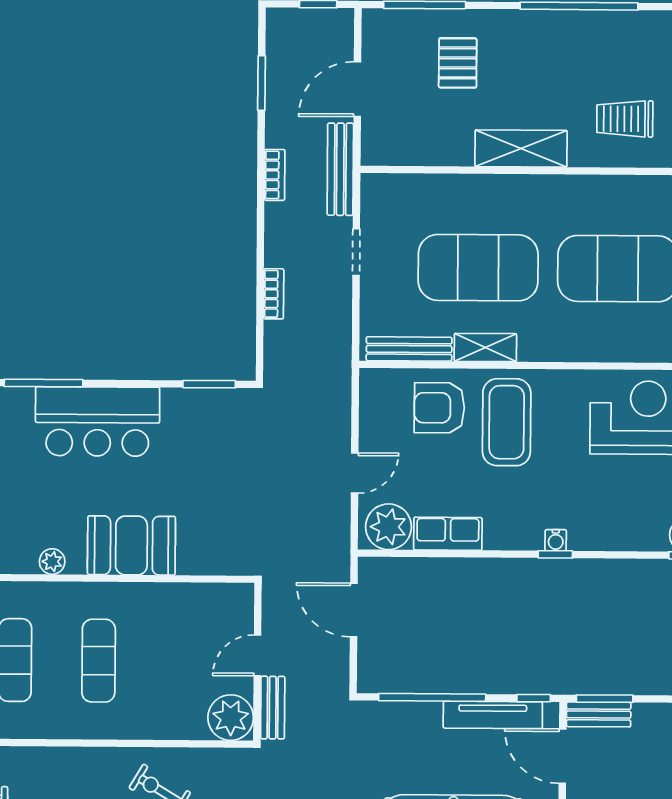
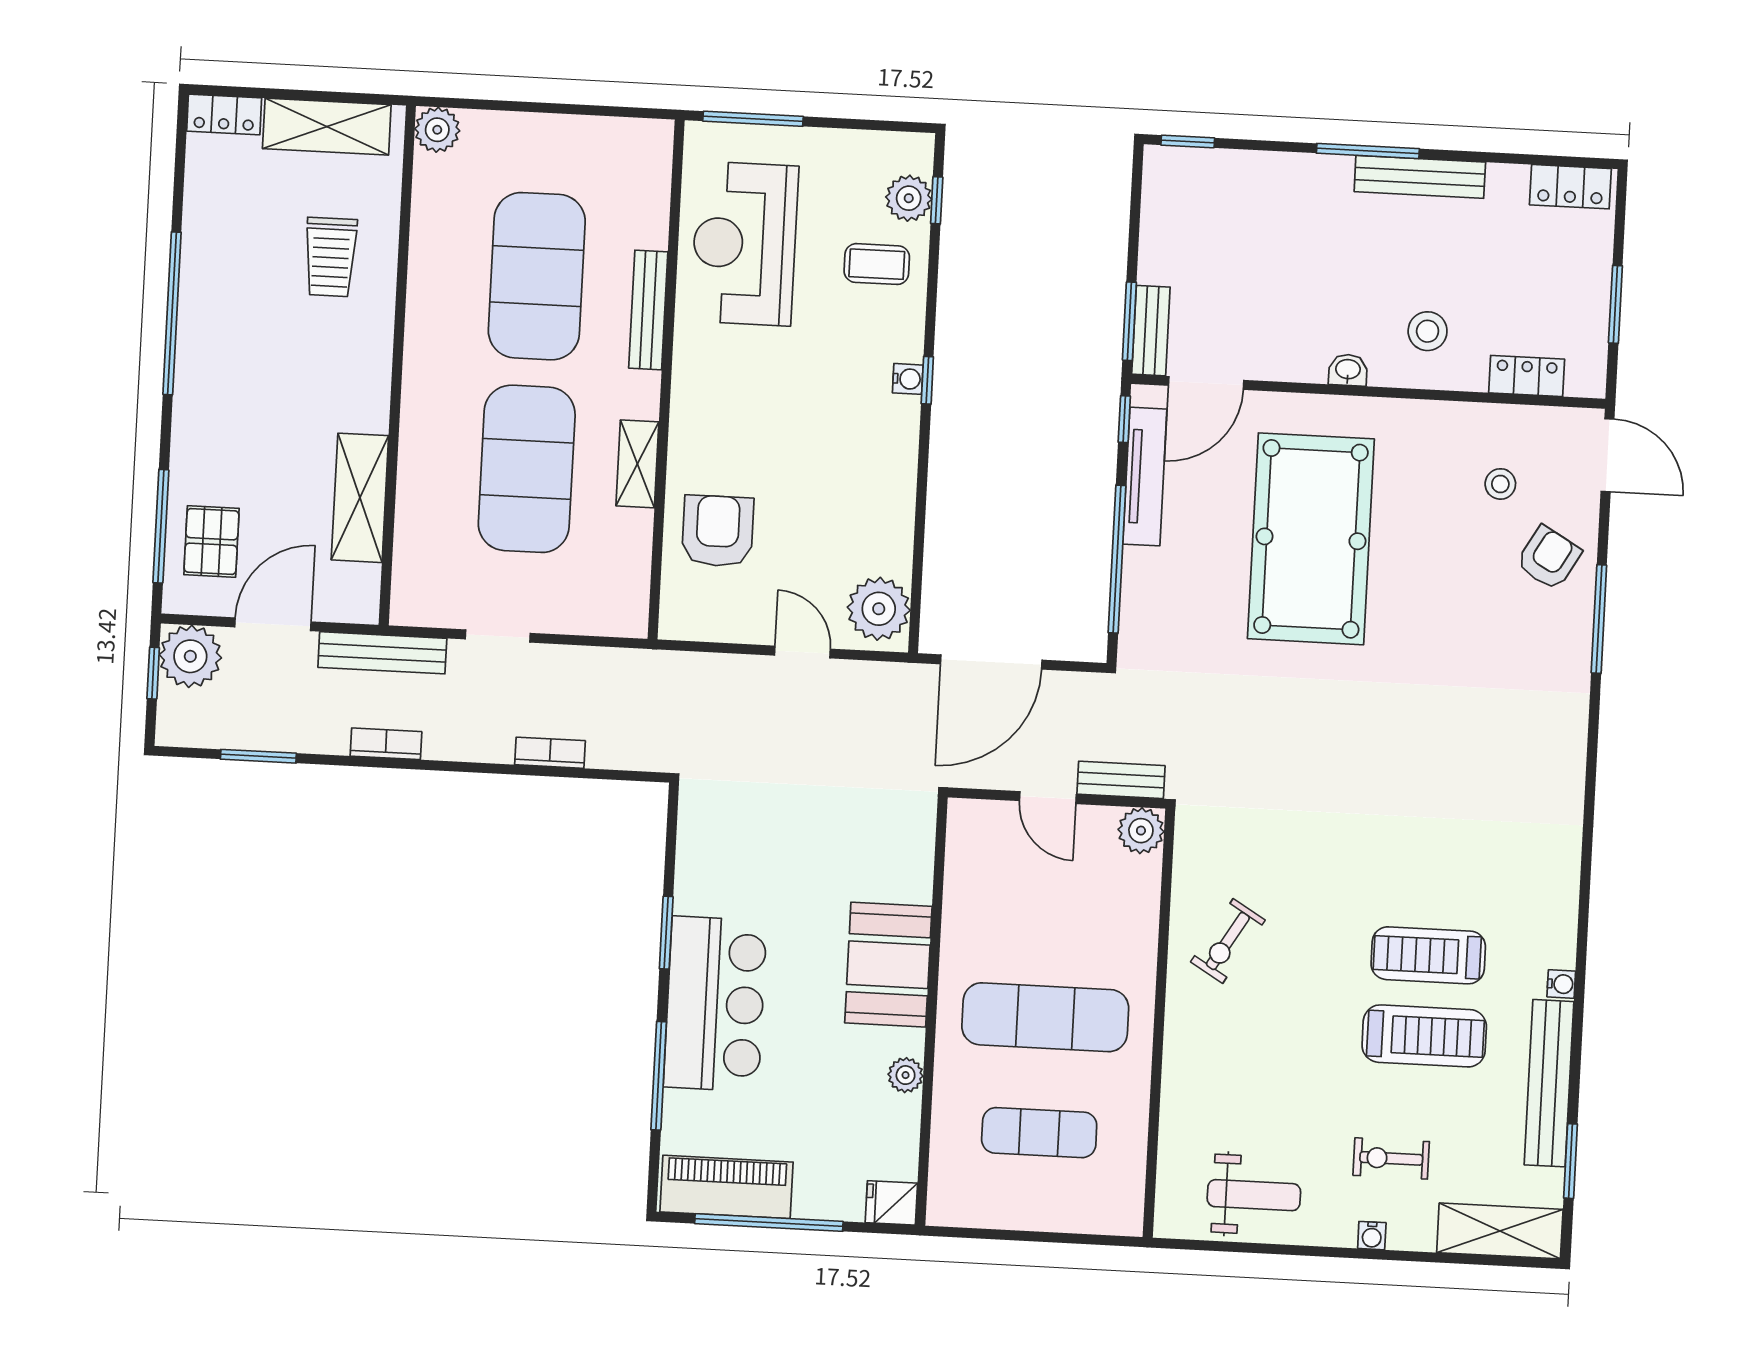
plant: (332, 31) -> (190, 656), added
pallet: (458, 63) -> (211, 541), moved, turned 90
door: (357, 89) -> (273, 624), swing flipped
shelving: (521, 148) -> (360, 498), moved
bench: (409, 349) -> (648, 310), moved
window: (209, 384) -> (666, 933), moved
armchair: (439, 408) -> (718, 531), turned 180
coffee table: (507, 422) -> (877, 264), moved, width x0.54, depth x0.58
row of seats: (448, 534) -> (892, 527), removed
door: (354, 610) -> (991, 662), width x1.36
exercise mat: (99, 661) -> (1045, 1017), width x1.36, depth x1.45
plant: (231, 718) -> (1141, 831), width x0.73, depth x0.73

